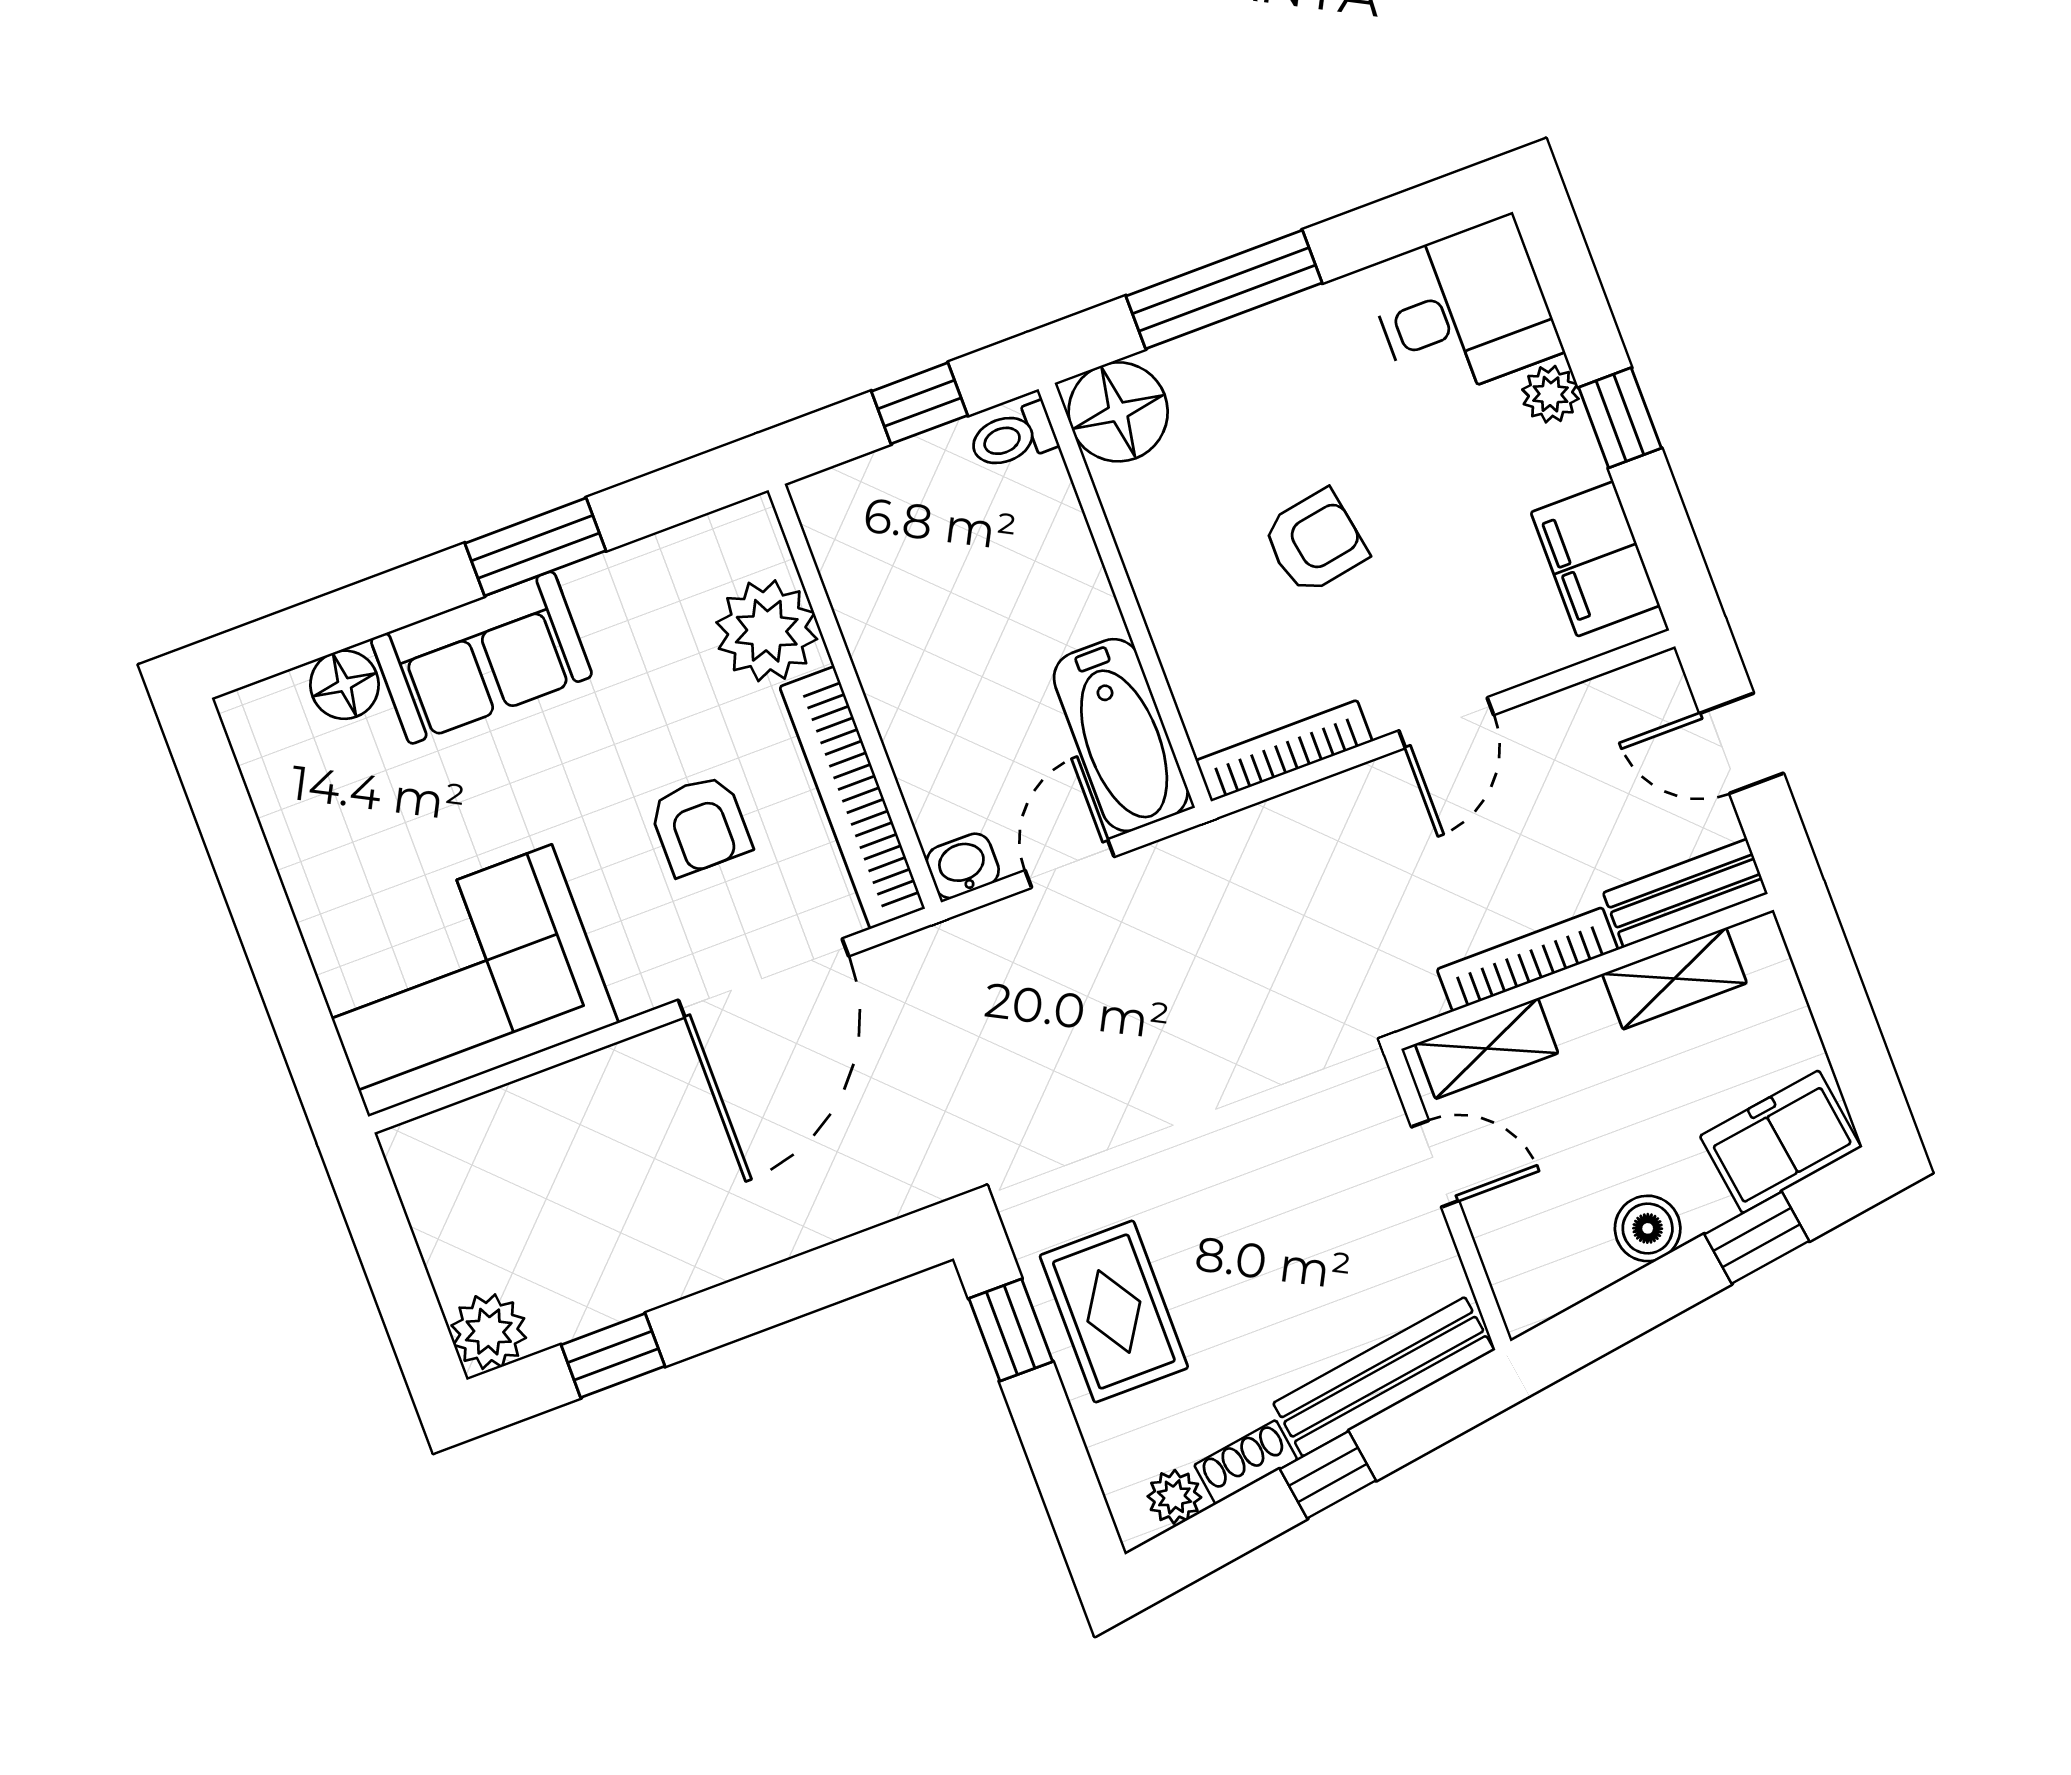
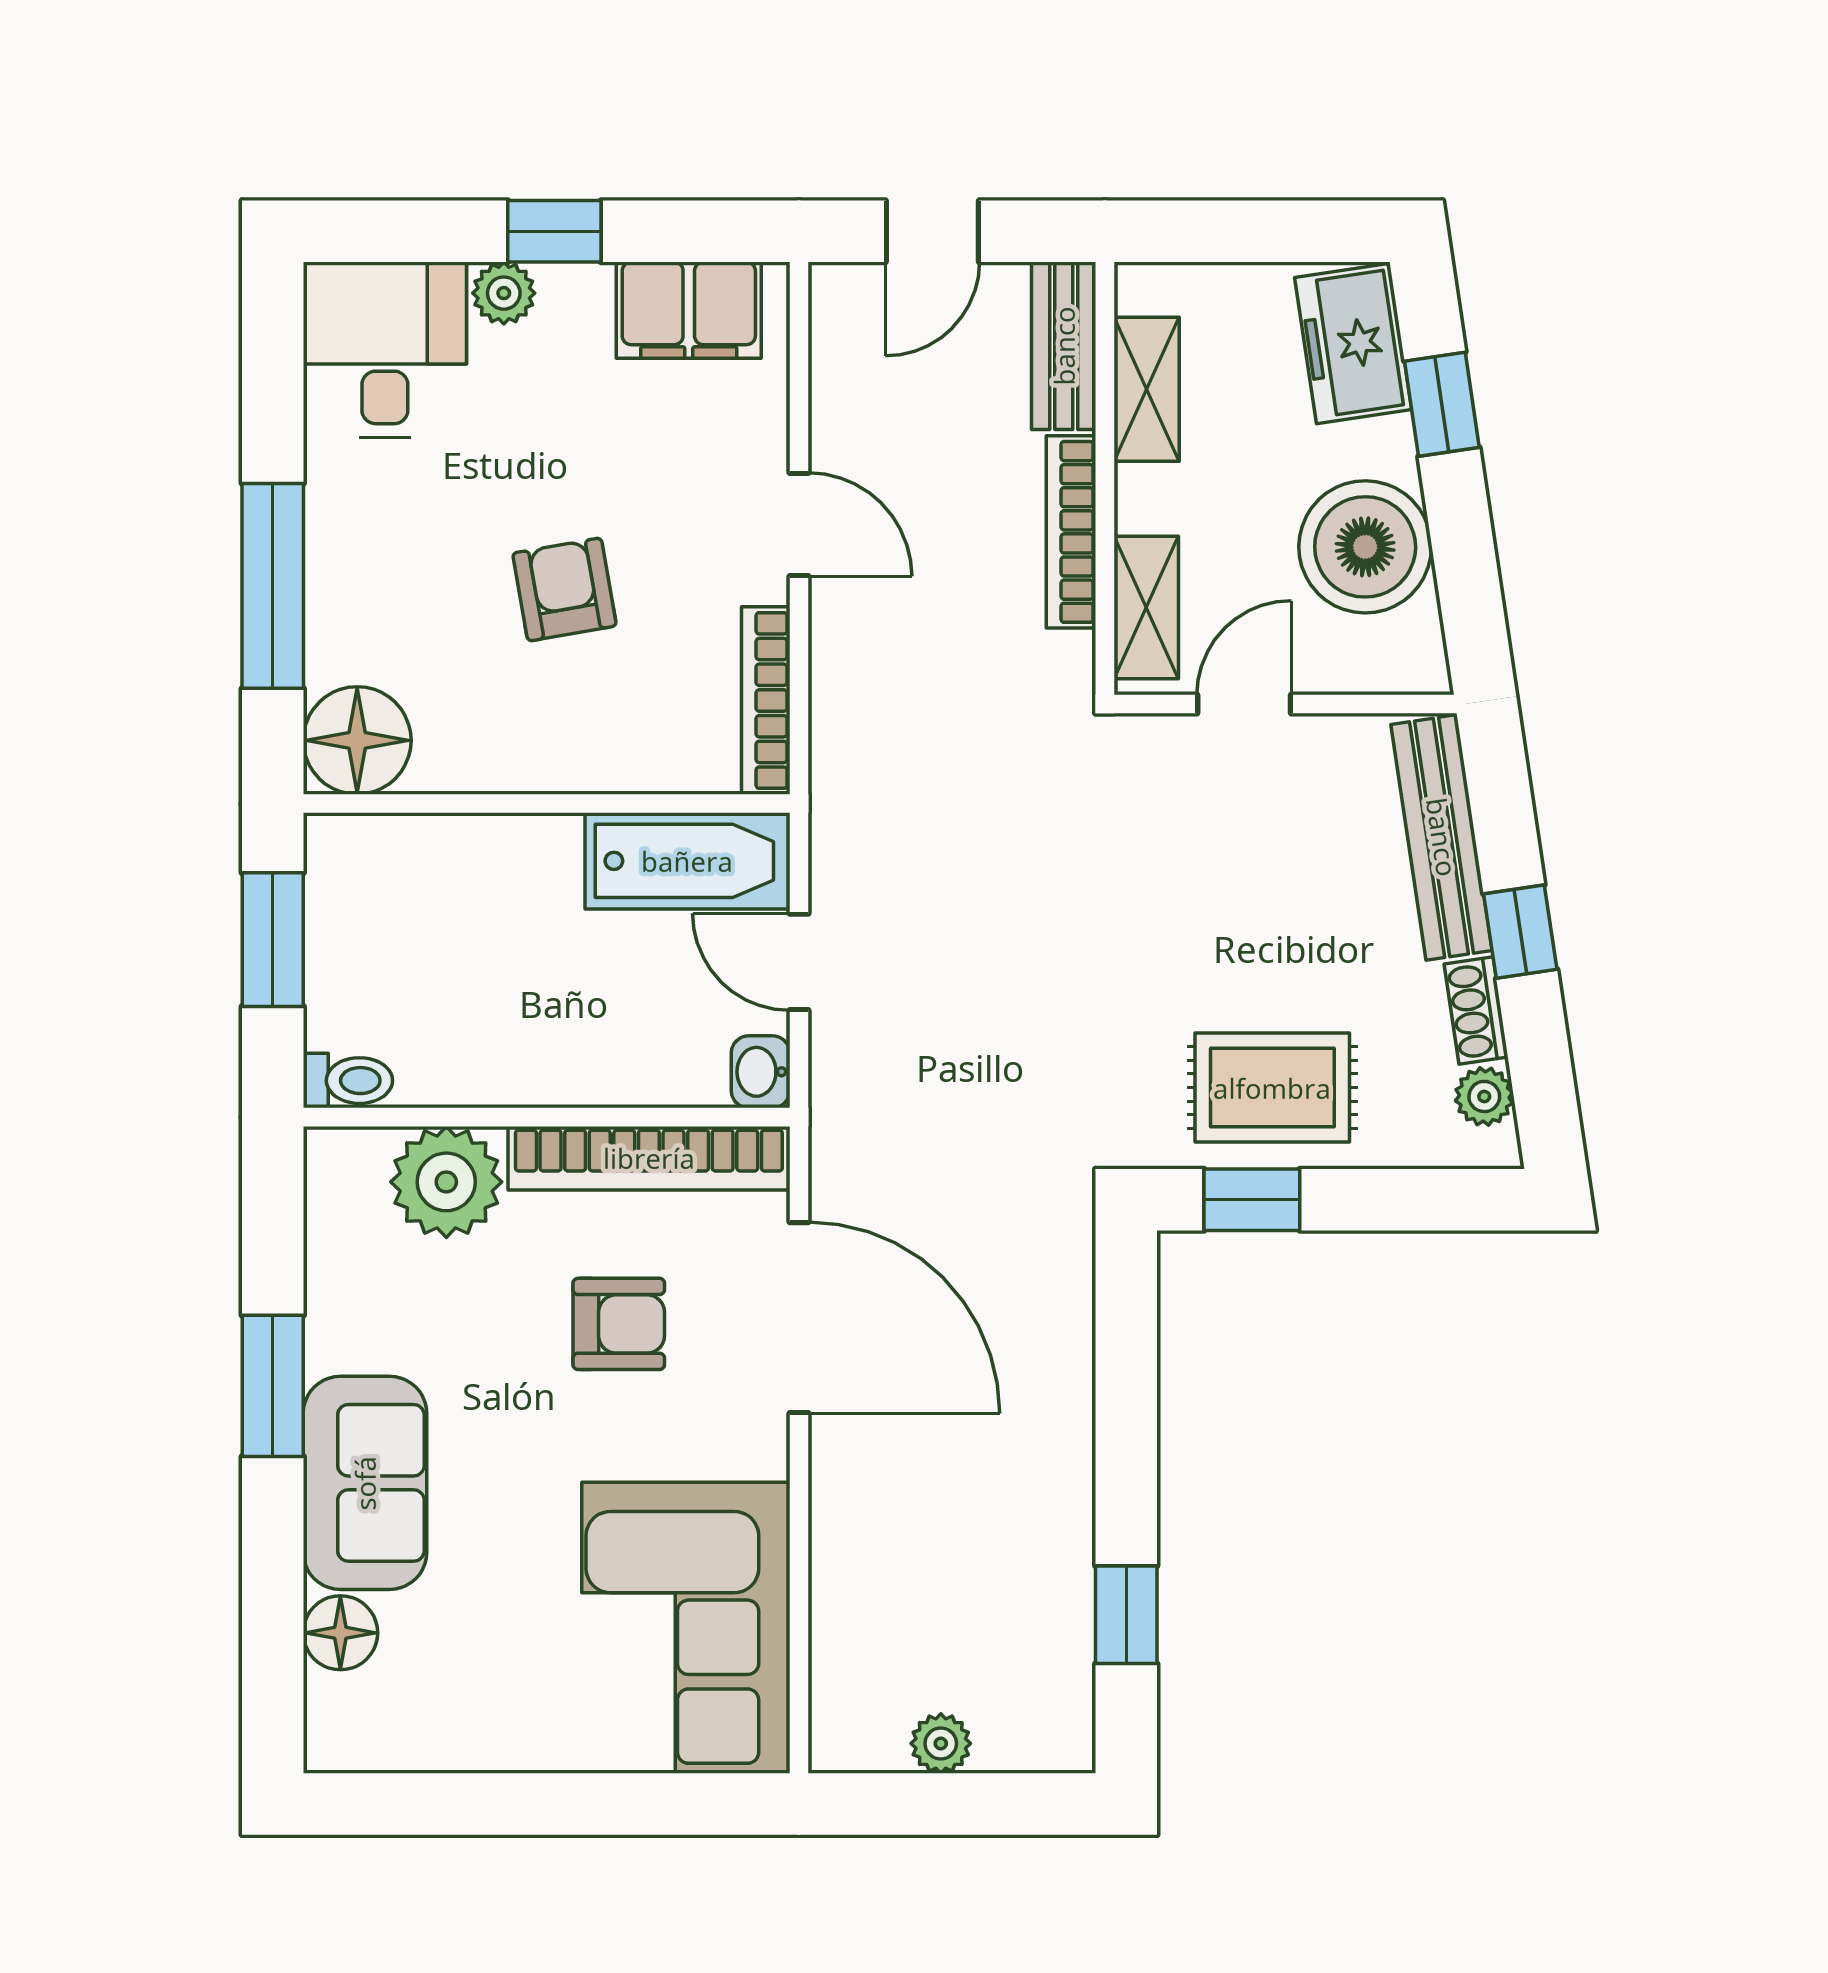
window: (919, 403) -> (273, 940), width x1.50
toilet: (1013, 437) -> (348, 1081), moved, turned -90
boiler: (1648, 1228) -> (1365, 547), width x1.86, depth x1.86
plant: (489, 1332) -> (941, 1743), moved, width x0.73, depth x0.73

